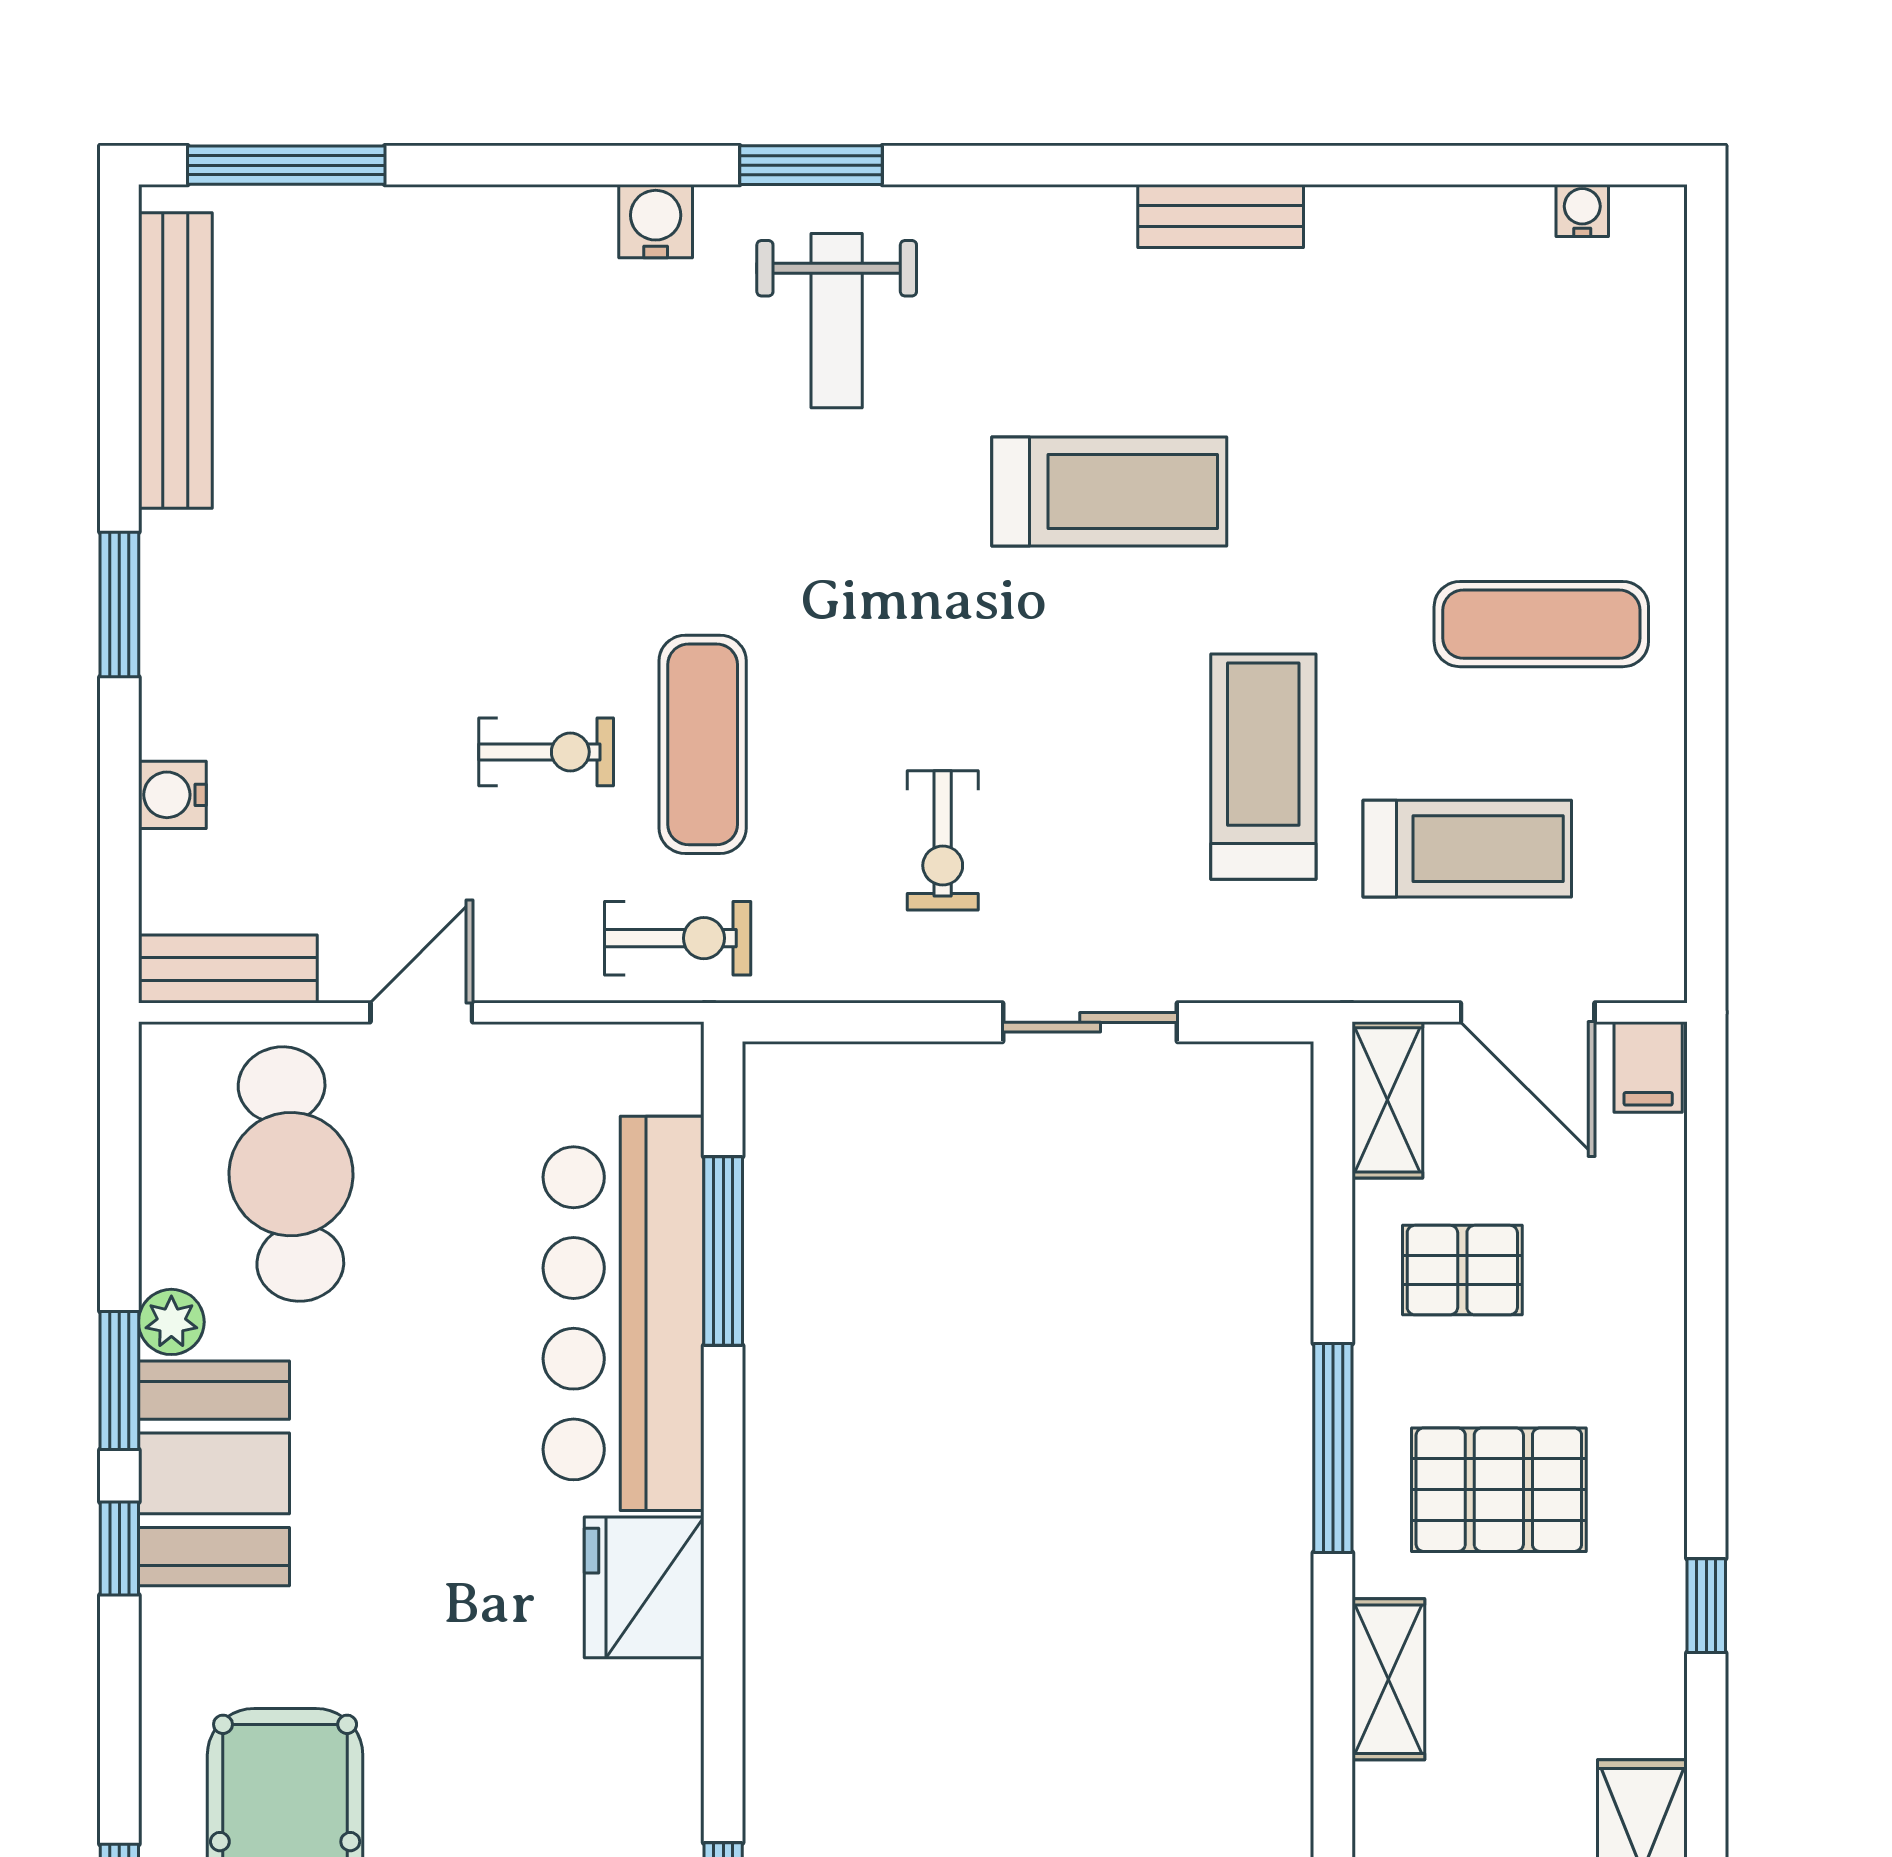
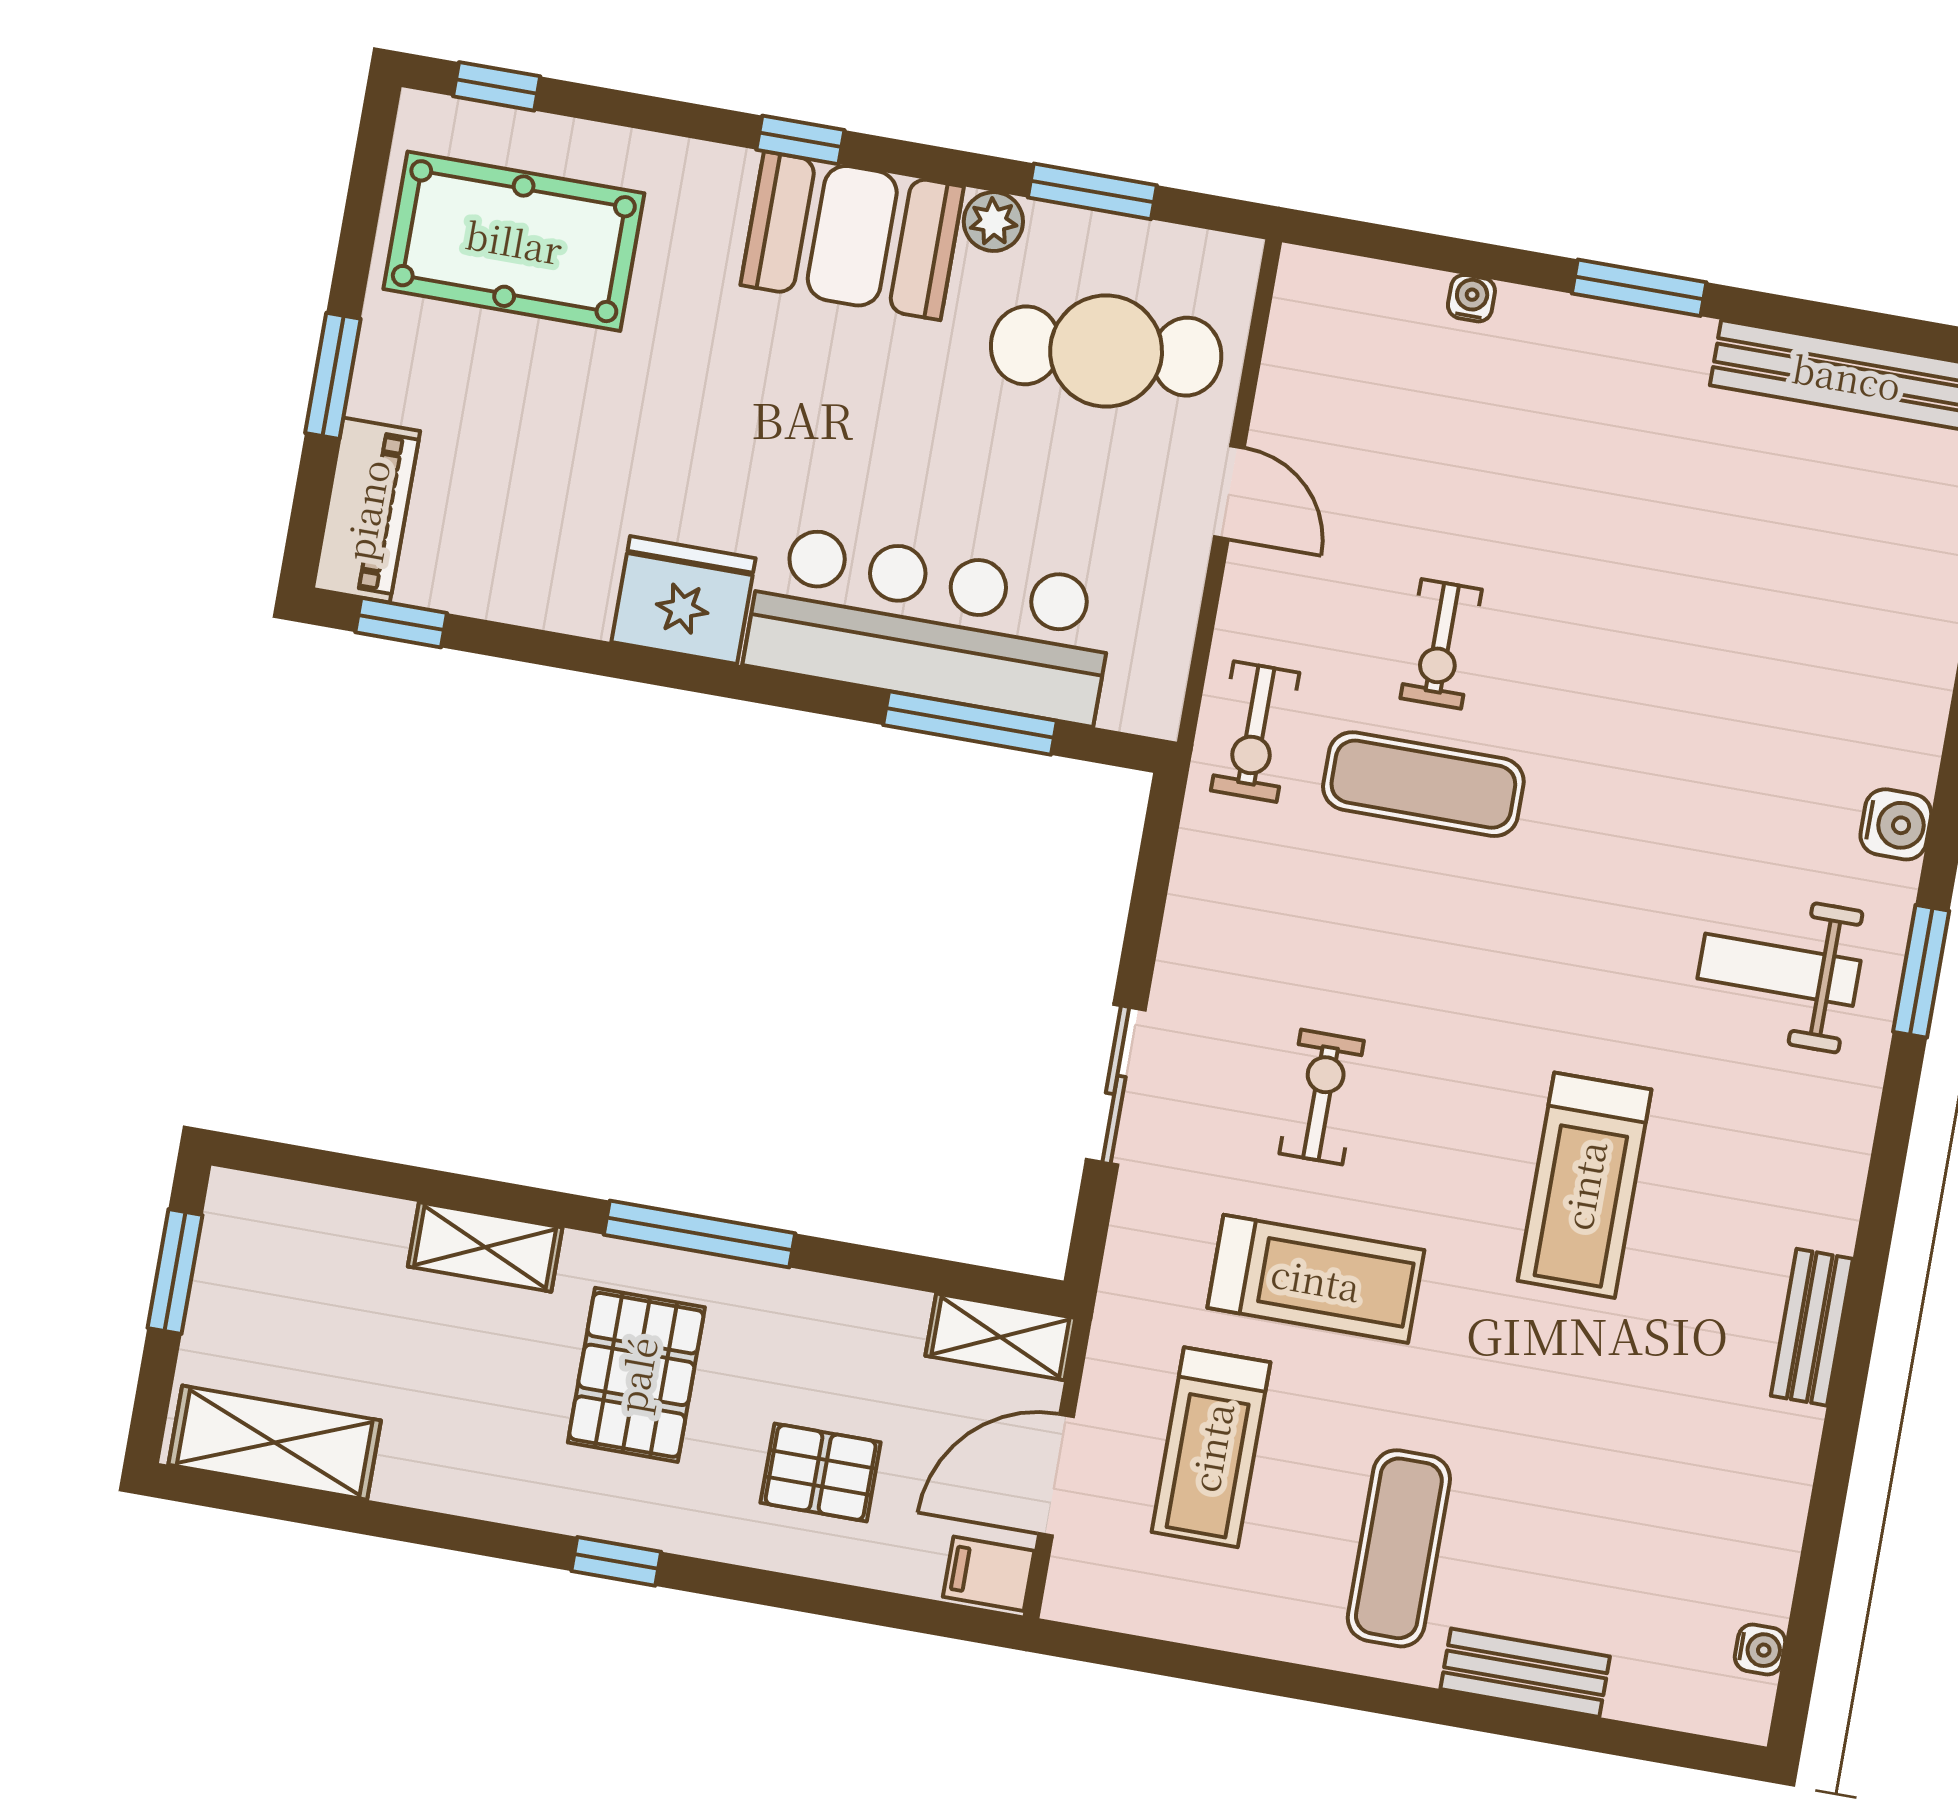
water cooler: (172, 795) -> (1471, 298), width x0.72, depth x0.72
exercise bike: (943, 840) -> (1322, 1097), moved, turned 90
bench: (228, 969) -> (1525, 1673), moved, turned 90
pallet: (1462, 1270) -> (821, 1472), moved, turned 90
window: (119, 1381) -> (1092, 191), moved
window: (1706, 1606) -> (616, 1561), moved

